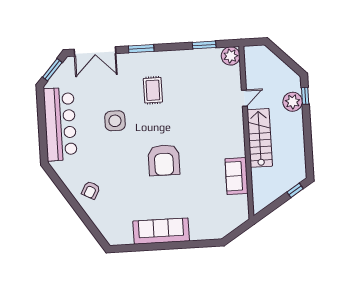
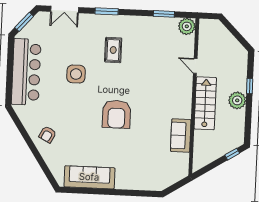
double door: (95, 51) -> (65, 9), width x0.73
window: (305, 96) -> (250, 86), moved
door: (244, 98) -> (195, 66), swing flipped
plant: (293, 102) -> (237, 100), moved
sofa: (161, 231) -> (89, 177), moved

